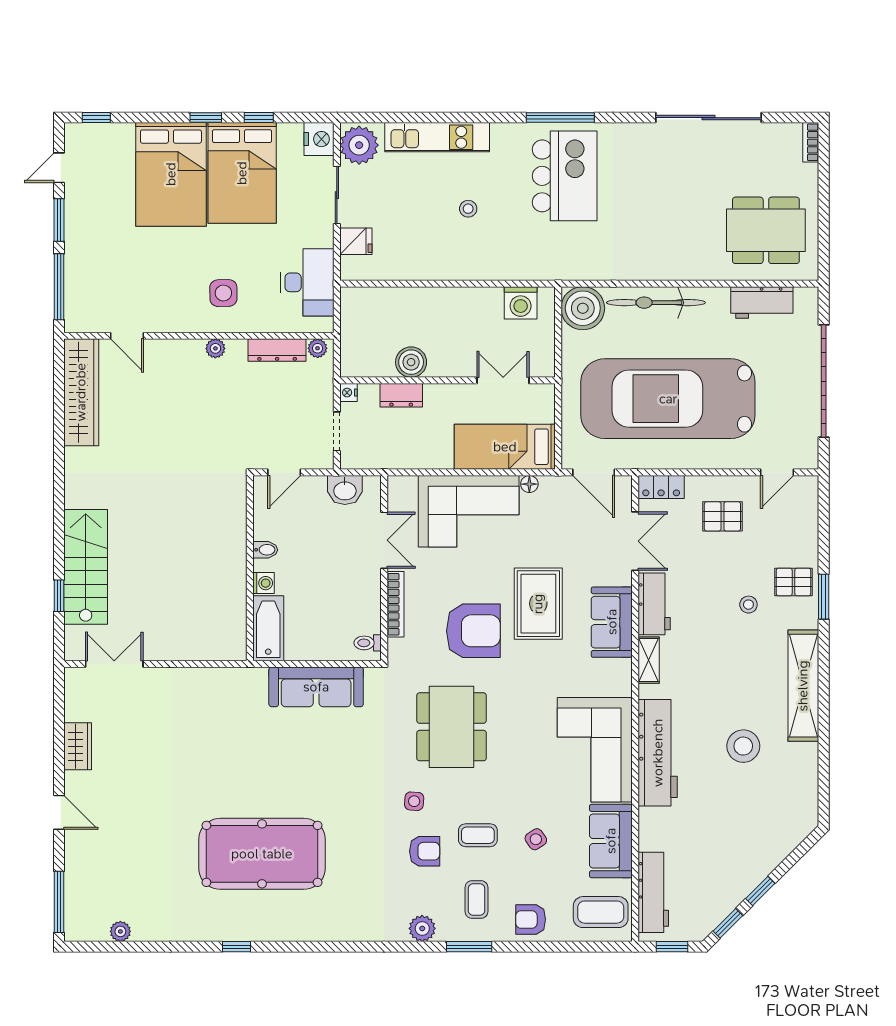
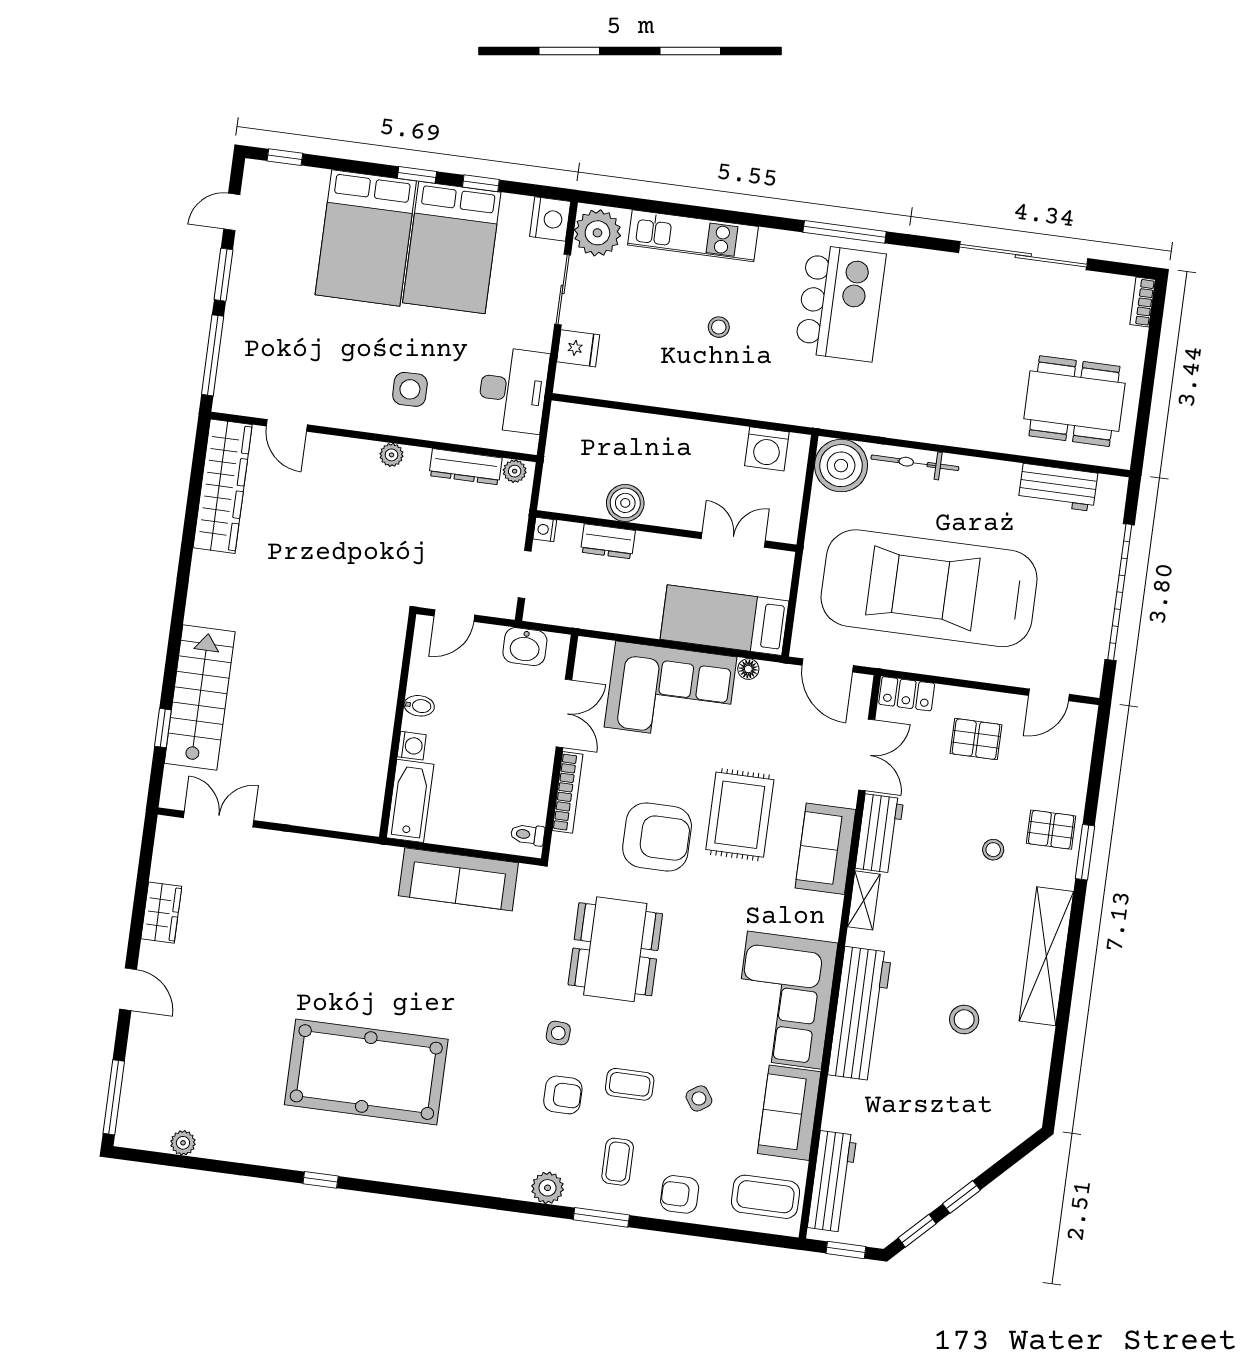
bicycle: (656, 303) -> (915, 463), width x0.73, depth x0.71
stool: (743, 746) -> (964, 1019), width x0.73, depth x0.73

